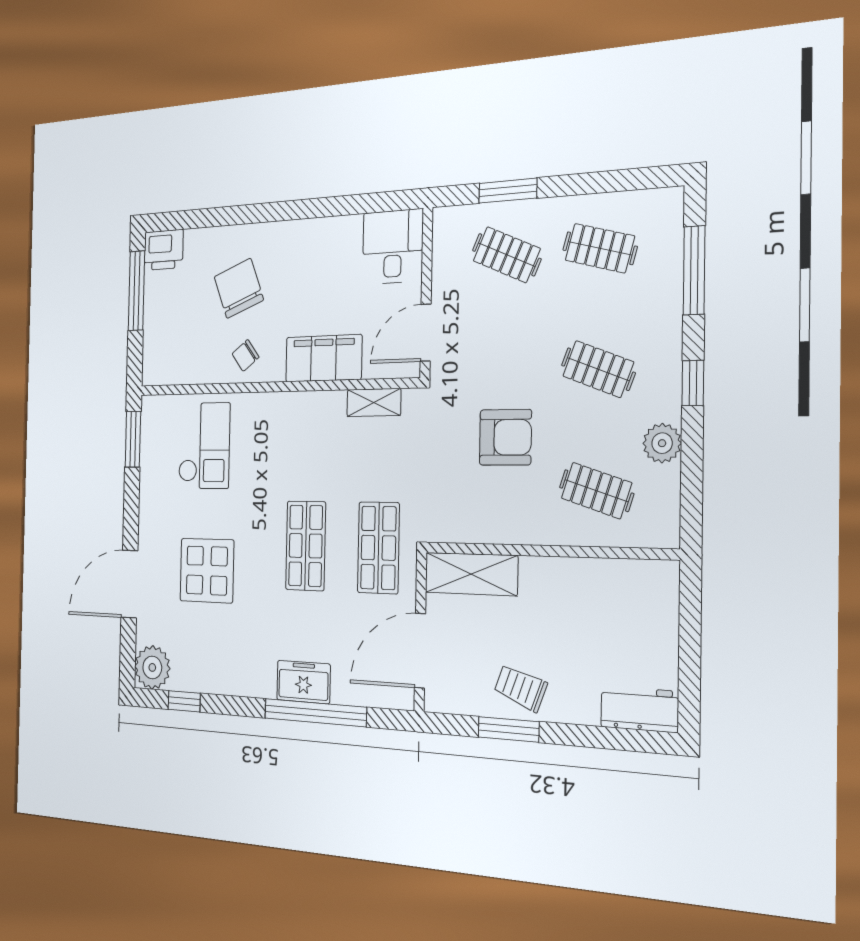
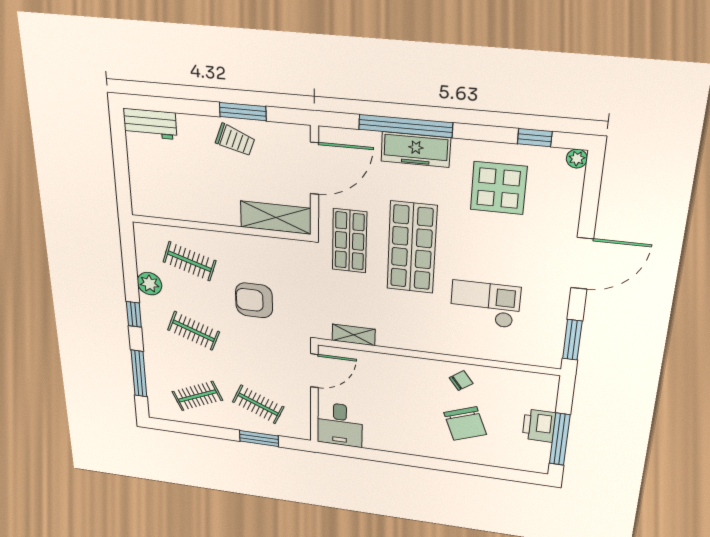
clothes rail: (600, 248) -> (197, 396), turned -39
printer: (164, 250) -> (539, 426), moved, turned -90
filing cabinet: (324, 358) -> (394, 368), removed
checkout: (204, 446) -> (485, 304), moved, turned 90
shop shelf: (306, 546) -> (412, 248), width x1.43, depth x1.36
display table: (207, 571) -> (499, 188), moved
door: (129, 584) -> (582, 263), moved
plant: (152, 667) -> (577, 159), width x0.53, depth x0.53
freezer: (303, 682) -> (416, 150), width x1.40

